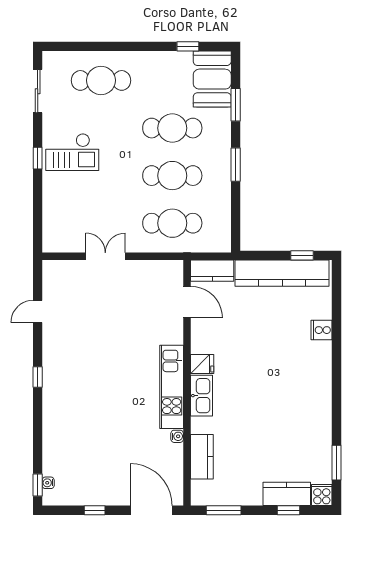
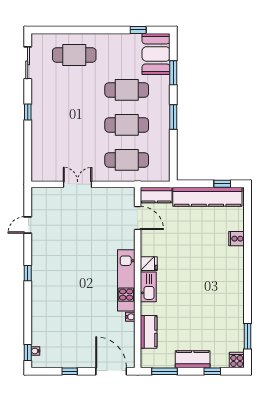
checkout: (72, 152) -> (53, 108), removed
kitchen counter: (287, 494) -> (193, 359), moved

